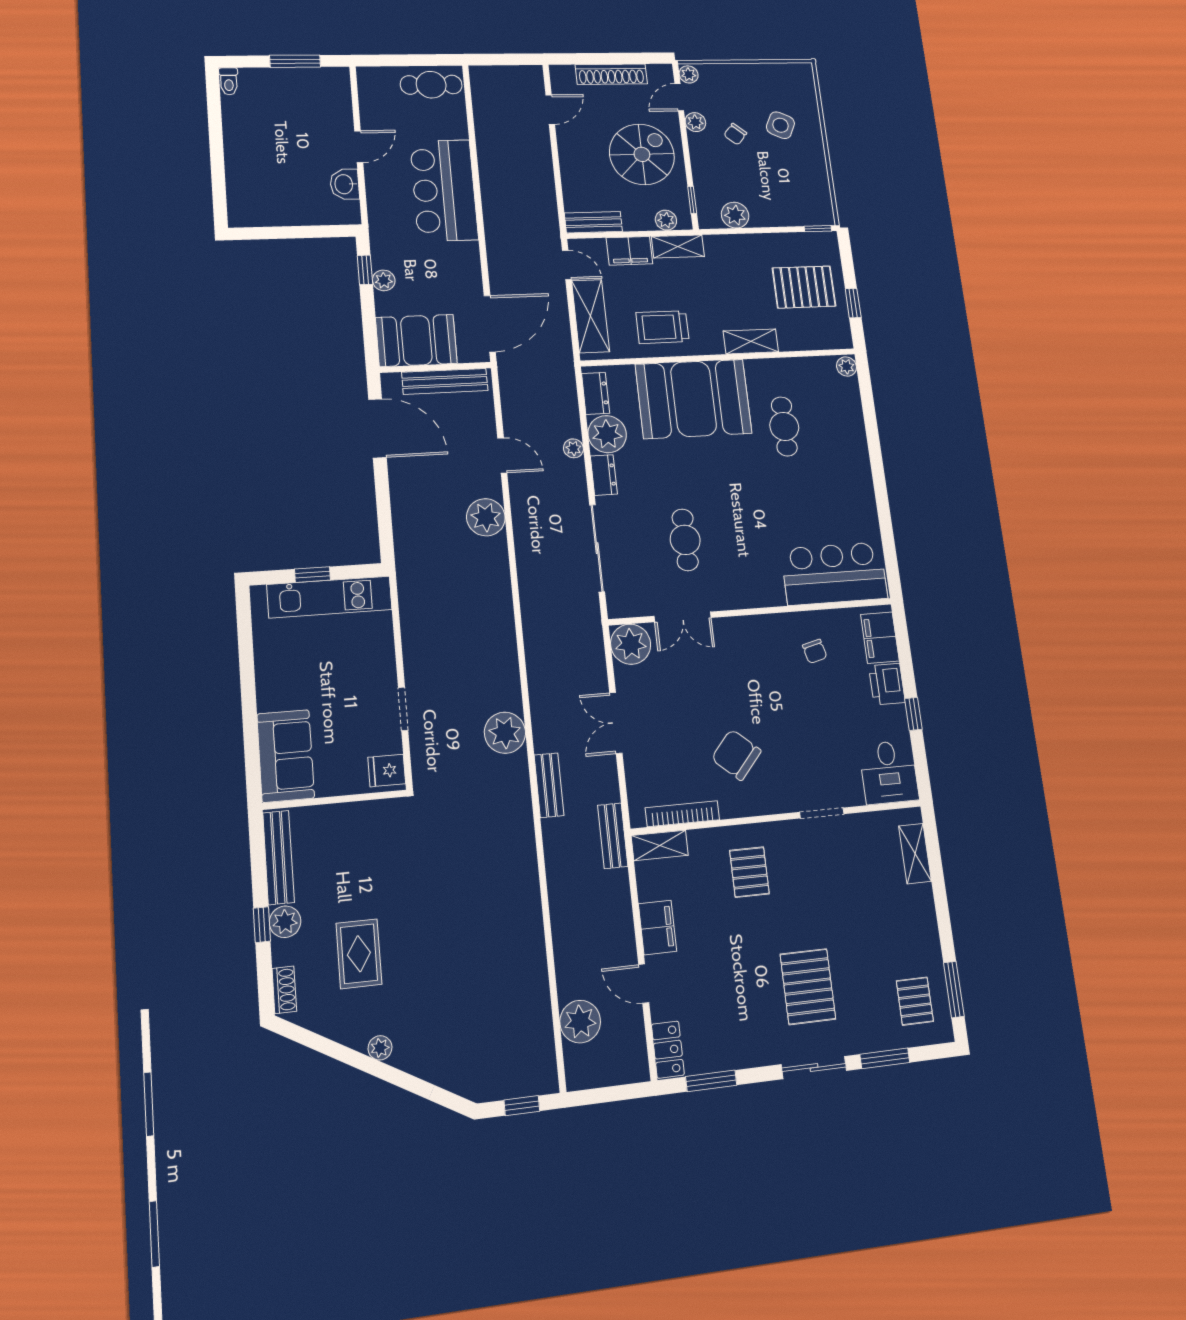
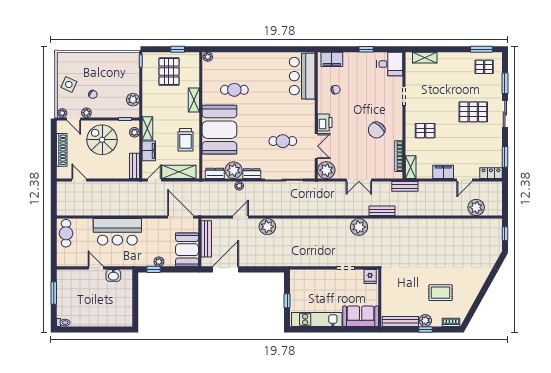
side table: (780, 125) -> (69, 84), moved
kitchen unit: (330, 597) -> (317, 319), moved, turned -90
printer: (887, 684) -> (325, 122), moved, turned -90
plant: (380, 1048) -> (477, 287), removed

